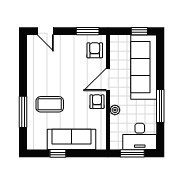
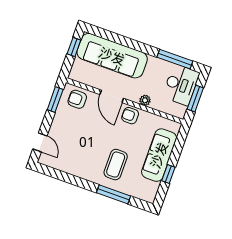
door: (45, 31) -> (40, 142), hinge flipped
window: (160, 106) -> (175, 59), moved

